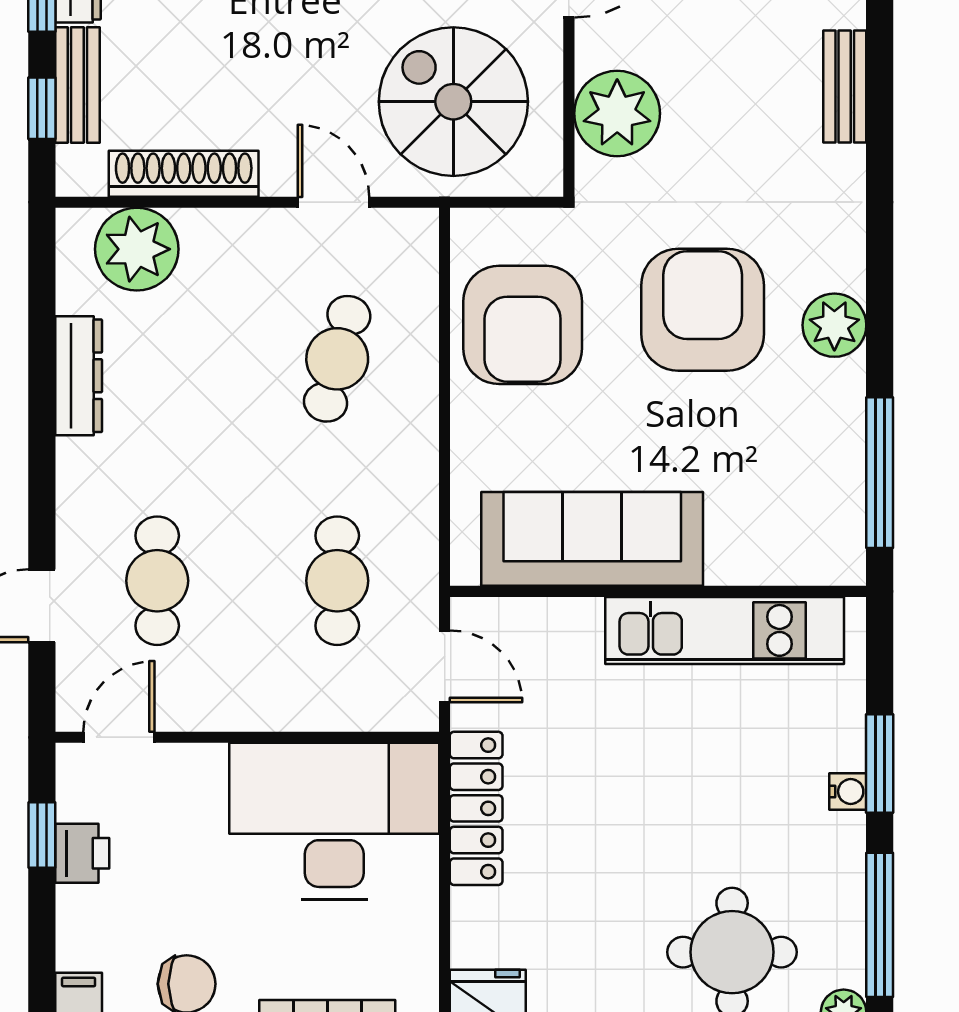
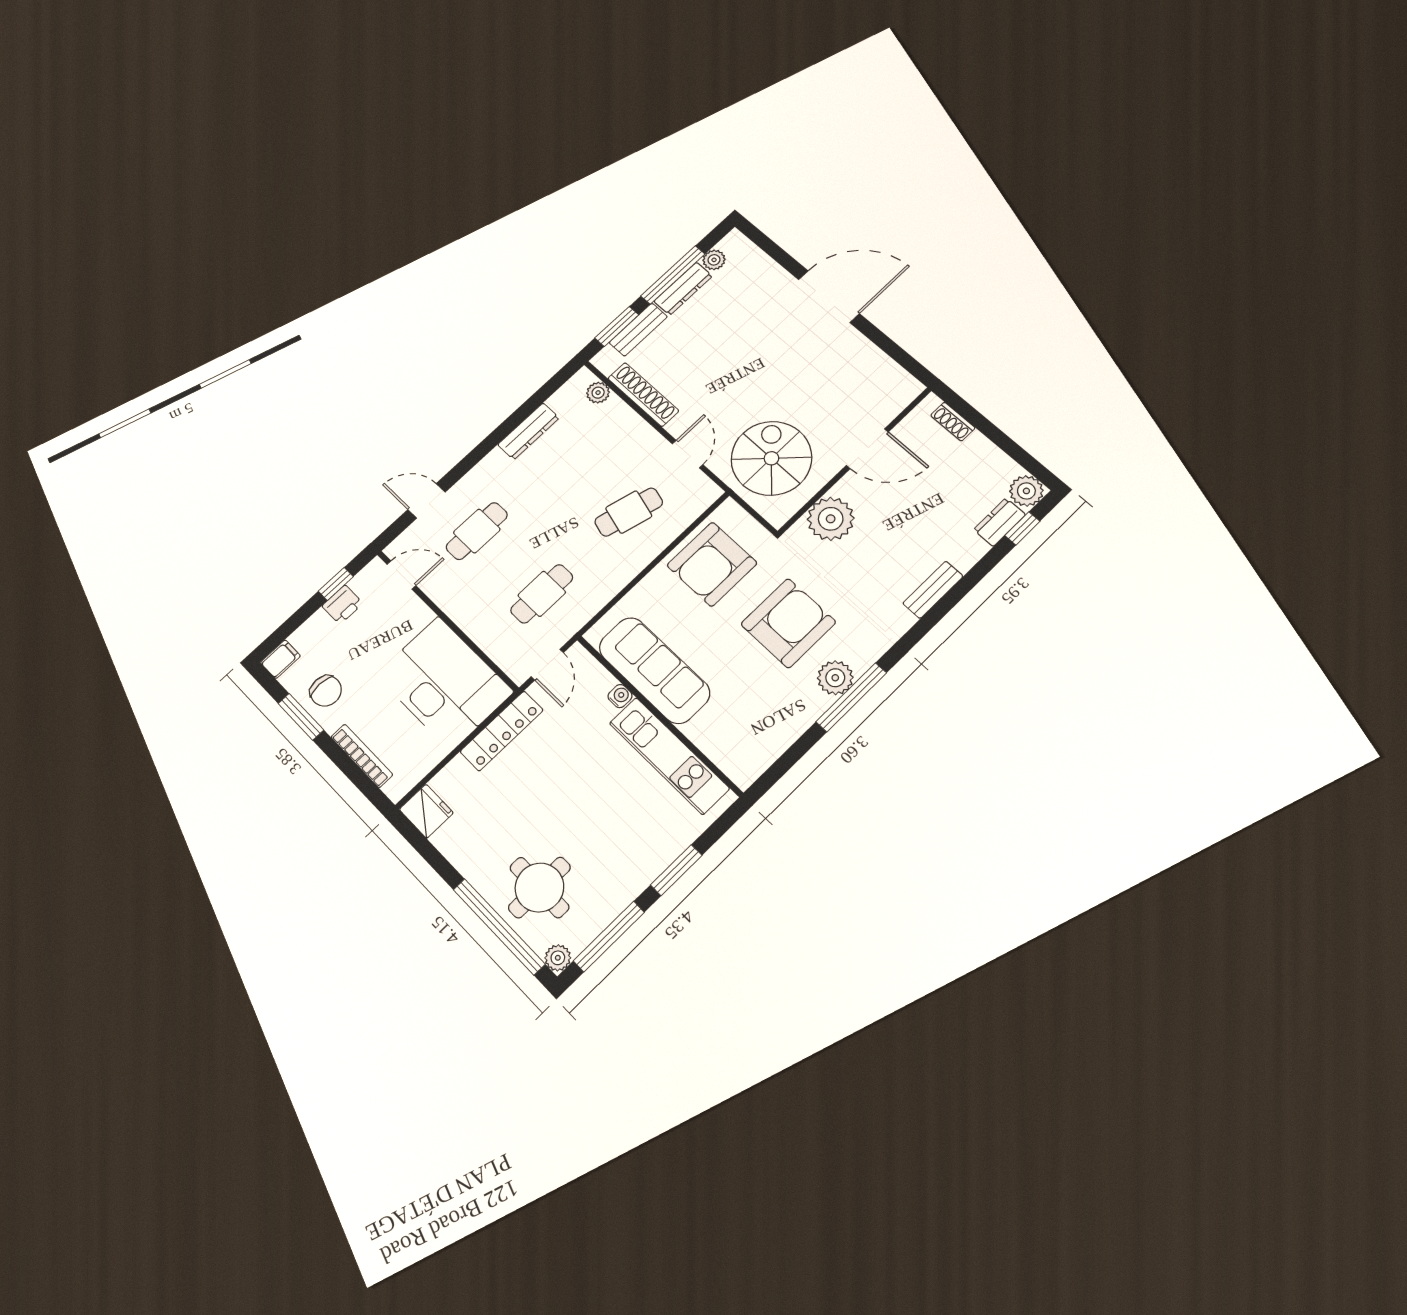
window: (42, 108) -> (617, 326), width x1.50
plant: (137, 249) -> (598, 393), width x0.53, depth x0.53
window: (880, 473) -> (851, 697), moved
water cooler: (848, 792) -> (620, 696), moved, turned -90

